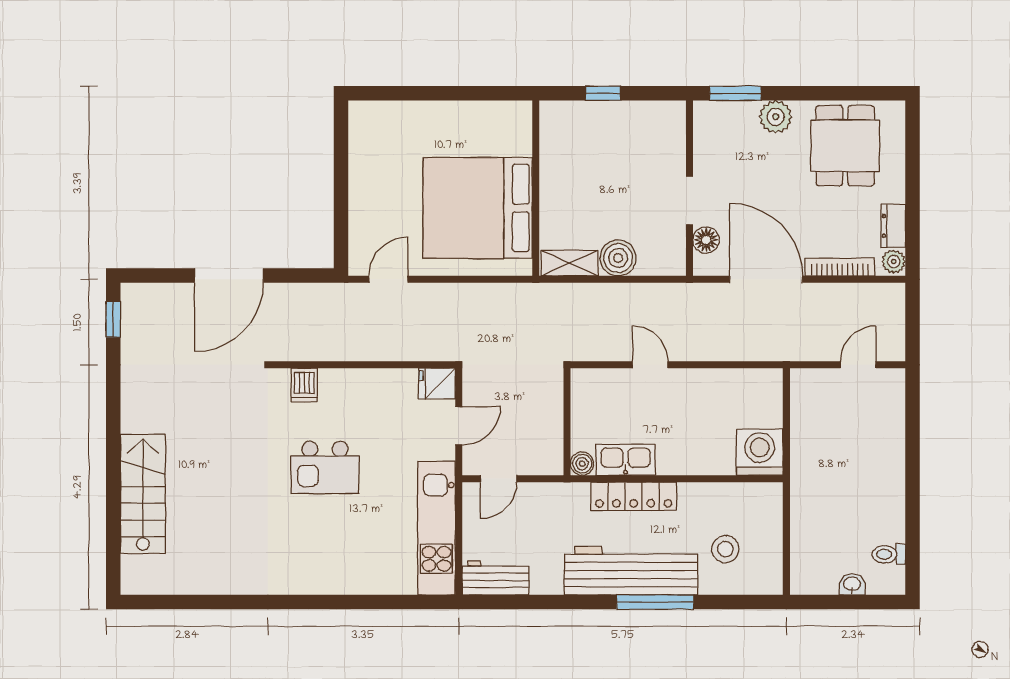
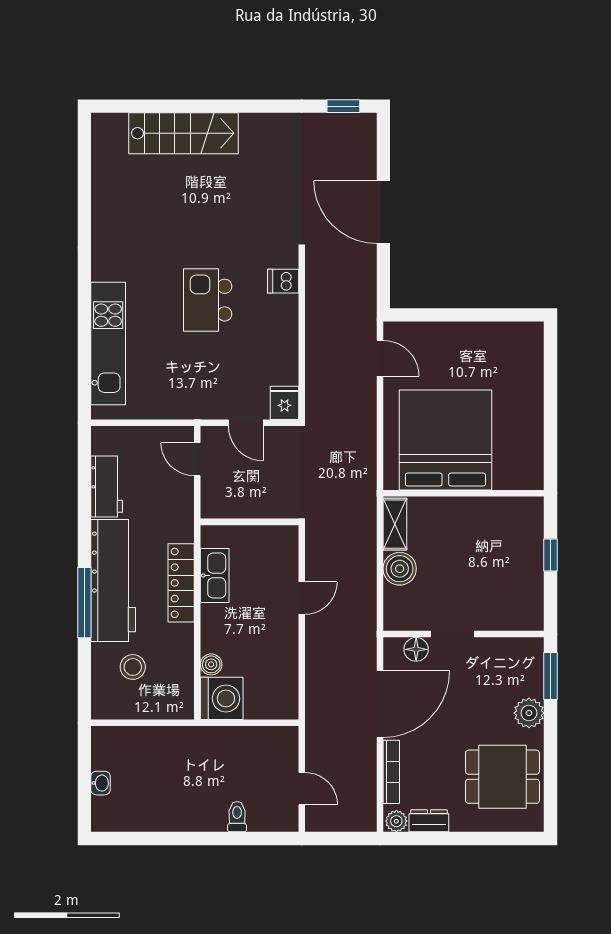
boiler: (582, 464) -> (211, 664), moved
kitchen unit: (436, 528) -> (108, 343), moved, turned 90
toilet: (889, 554) -> (237, 817), moved
workbench: (496, 578) -> (107, 487), moved

